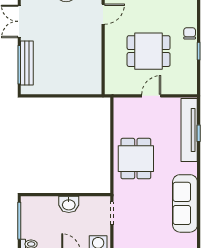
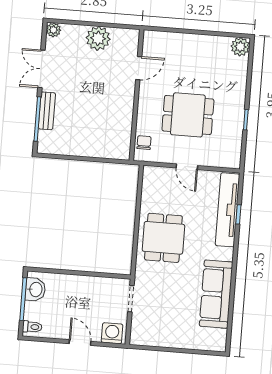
chair: (190, 33) -> (144, 143), moved
bench: (27, 63) -> (47, 111), width x0.73
door: (151, 96) -> (187, 167), swing flipped
washbasin: (69, 204) -> (35, 289), moved, turned -90

